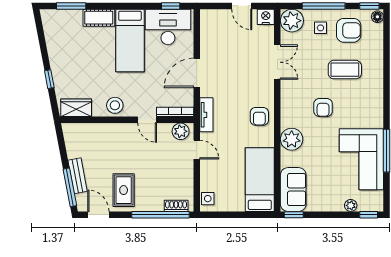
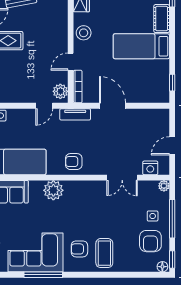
nightstand: (266, 17) -> (150, 168), moved, turned 90
plant: (292, 21) -> (164, 186), width x0.53, depth x0.53
desk: (168, 27) -> (153, 80), removed
coffee table: (345, 70) -> (104, 253), moved
armchair: (323, 108) -> (79, 249), moved

